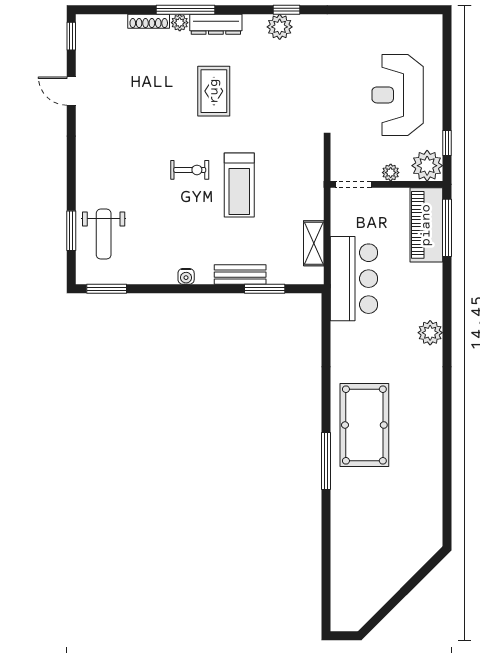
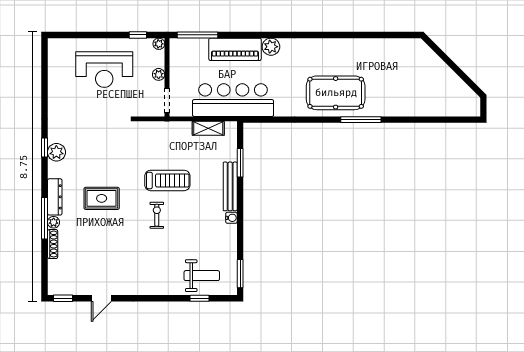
plant: (427, 166) -> (159, 44), width x0.53, depth x0.53
piano: (426, 225) -> (235, 49), moved
window: (71, 231) -> (199, 298), width x0.67
bench: (240, 275) -> (230, 186), width x1.36
bar counter: (354, 279) -> (233, 100), width x1.36

